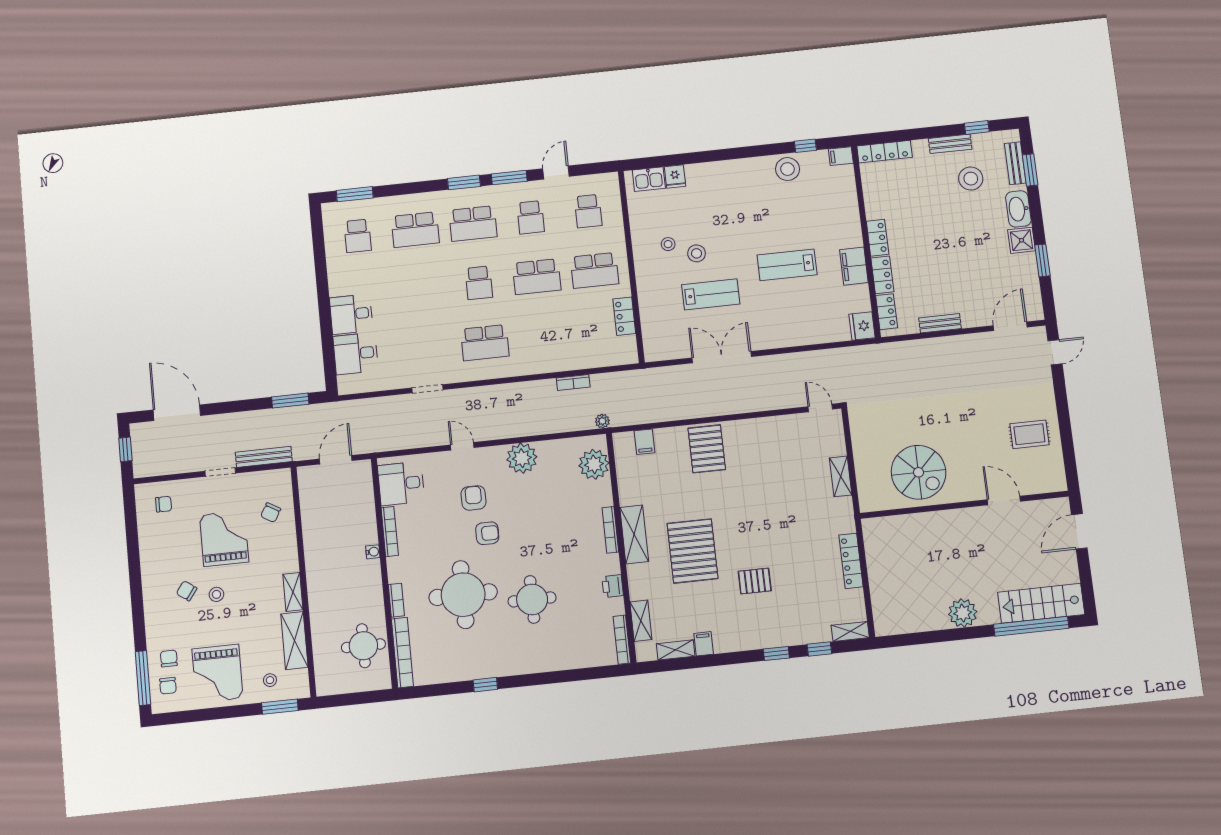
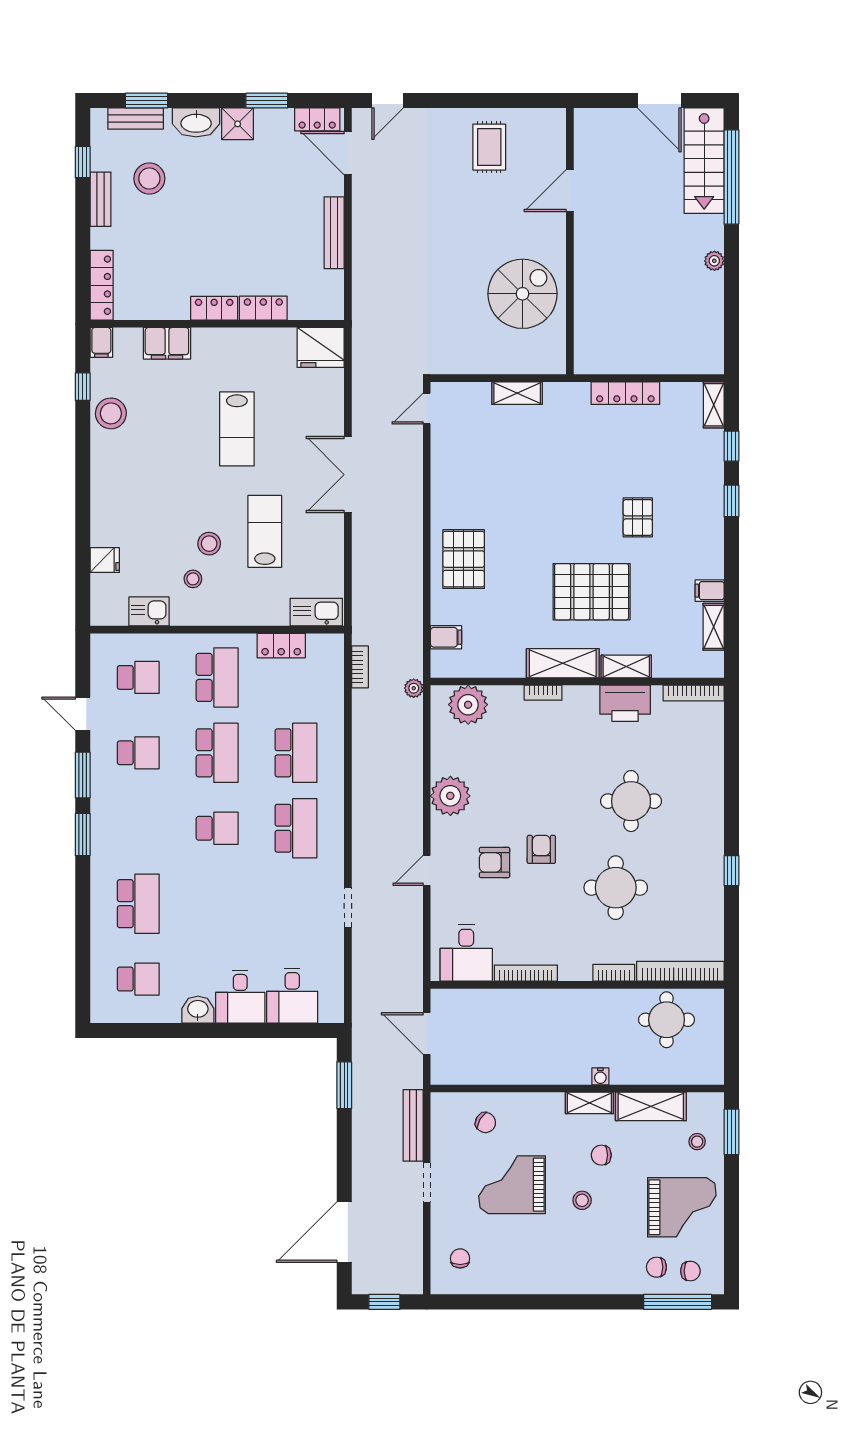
kitchen sink: (649, 179) -> (149, 611), moved, turned -90
window: (355, 194) -> (83, 978), removed
school desk: (473, 223) -> (296, 753), moved
filing cabinet: (854, 266) -> (167, 343), moved
washbasin: (338, 283) -> (198, 1010), added
locker: (887, 312) -> (317, 119), moved, turned 180
bench: (940, 323) -> (334, 233), width x1.36
fridge: (862, 326) -> (321, 347), width x1.36, depth x1.34
kitchen sink: (653, 340) -> (316, 612), added
door: (1055, 352) -> (388, 101), swing flipped
double door: (722, 357) -> (348, 475), moved
bookcase: (573, 382) -> (360, 667), moved
pallet: (707, 449) -> (464, 559), turned 90
bookcase: (610, 530) -> (543, 693), width x0.64
door: (1079, 531) -> (659, 101), moved
water cooler: (373, 552) -> (600, 1076), moved, turned 180
printer: (613, 586) -> (625, 703), width x1.87, depth x1.48
chair: (187, 591) -> (601, 1155), moved, turned 54
round table: (463, 595) -> (616, 888), width x0.73, depth x0.73
plant: (963, 613) -> (714, 261), width x0.53, depth x0.53
shelving: (641, 621) -> (626, 666), moved

